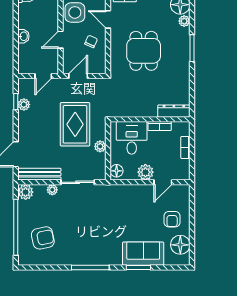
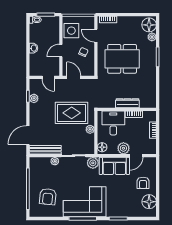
dining table: (144, 51) -> (122, 59), width x1.37
door: (43, 76) -> (48, 77), hinge flipped
door: (78, 76) -> (74, 77), hinge flipped
dresser: (174, 111) -> (127, 103), moved
rug: (75, 124) -> (72, 113), turned 90
plant: (26, 192) -> (93, 163), moved
armchair: (43, 238) -> (48, 197), turned 108
corner sofa: (93, 245) -> (85, 202), added
sofa: (143, 254) -> (114, 166), moved, turned 180

